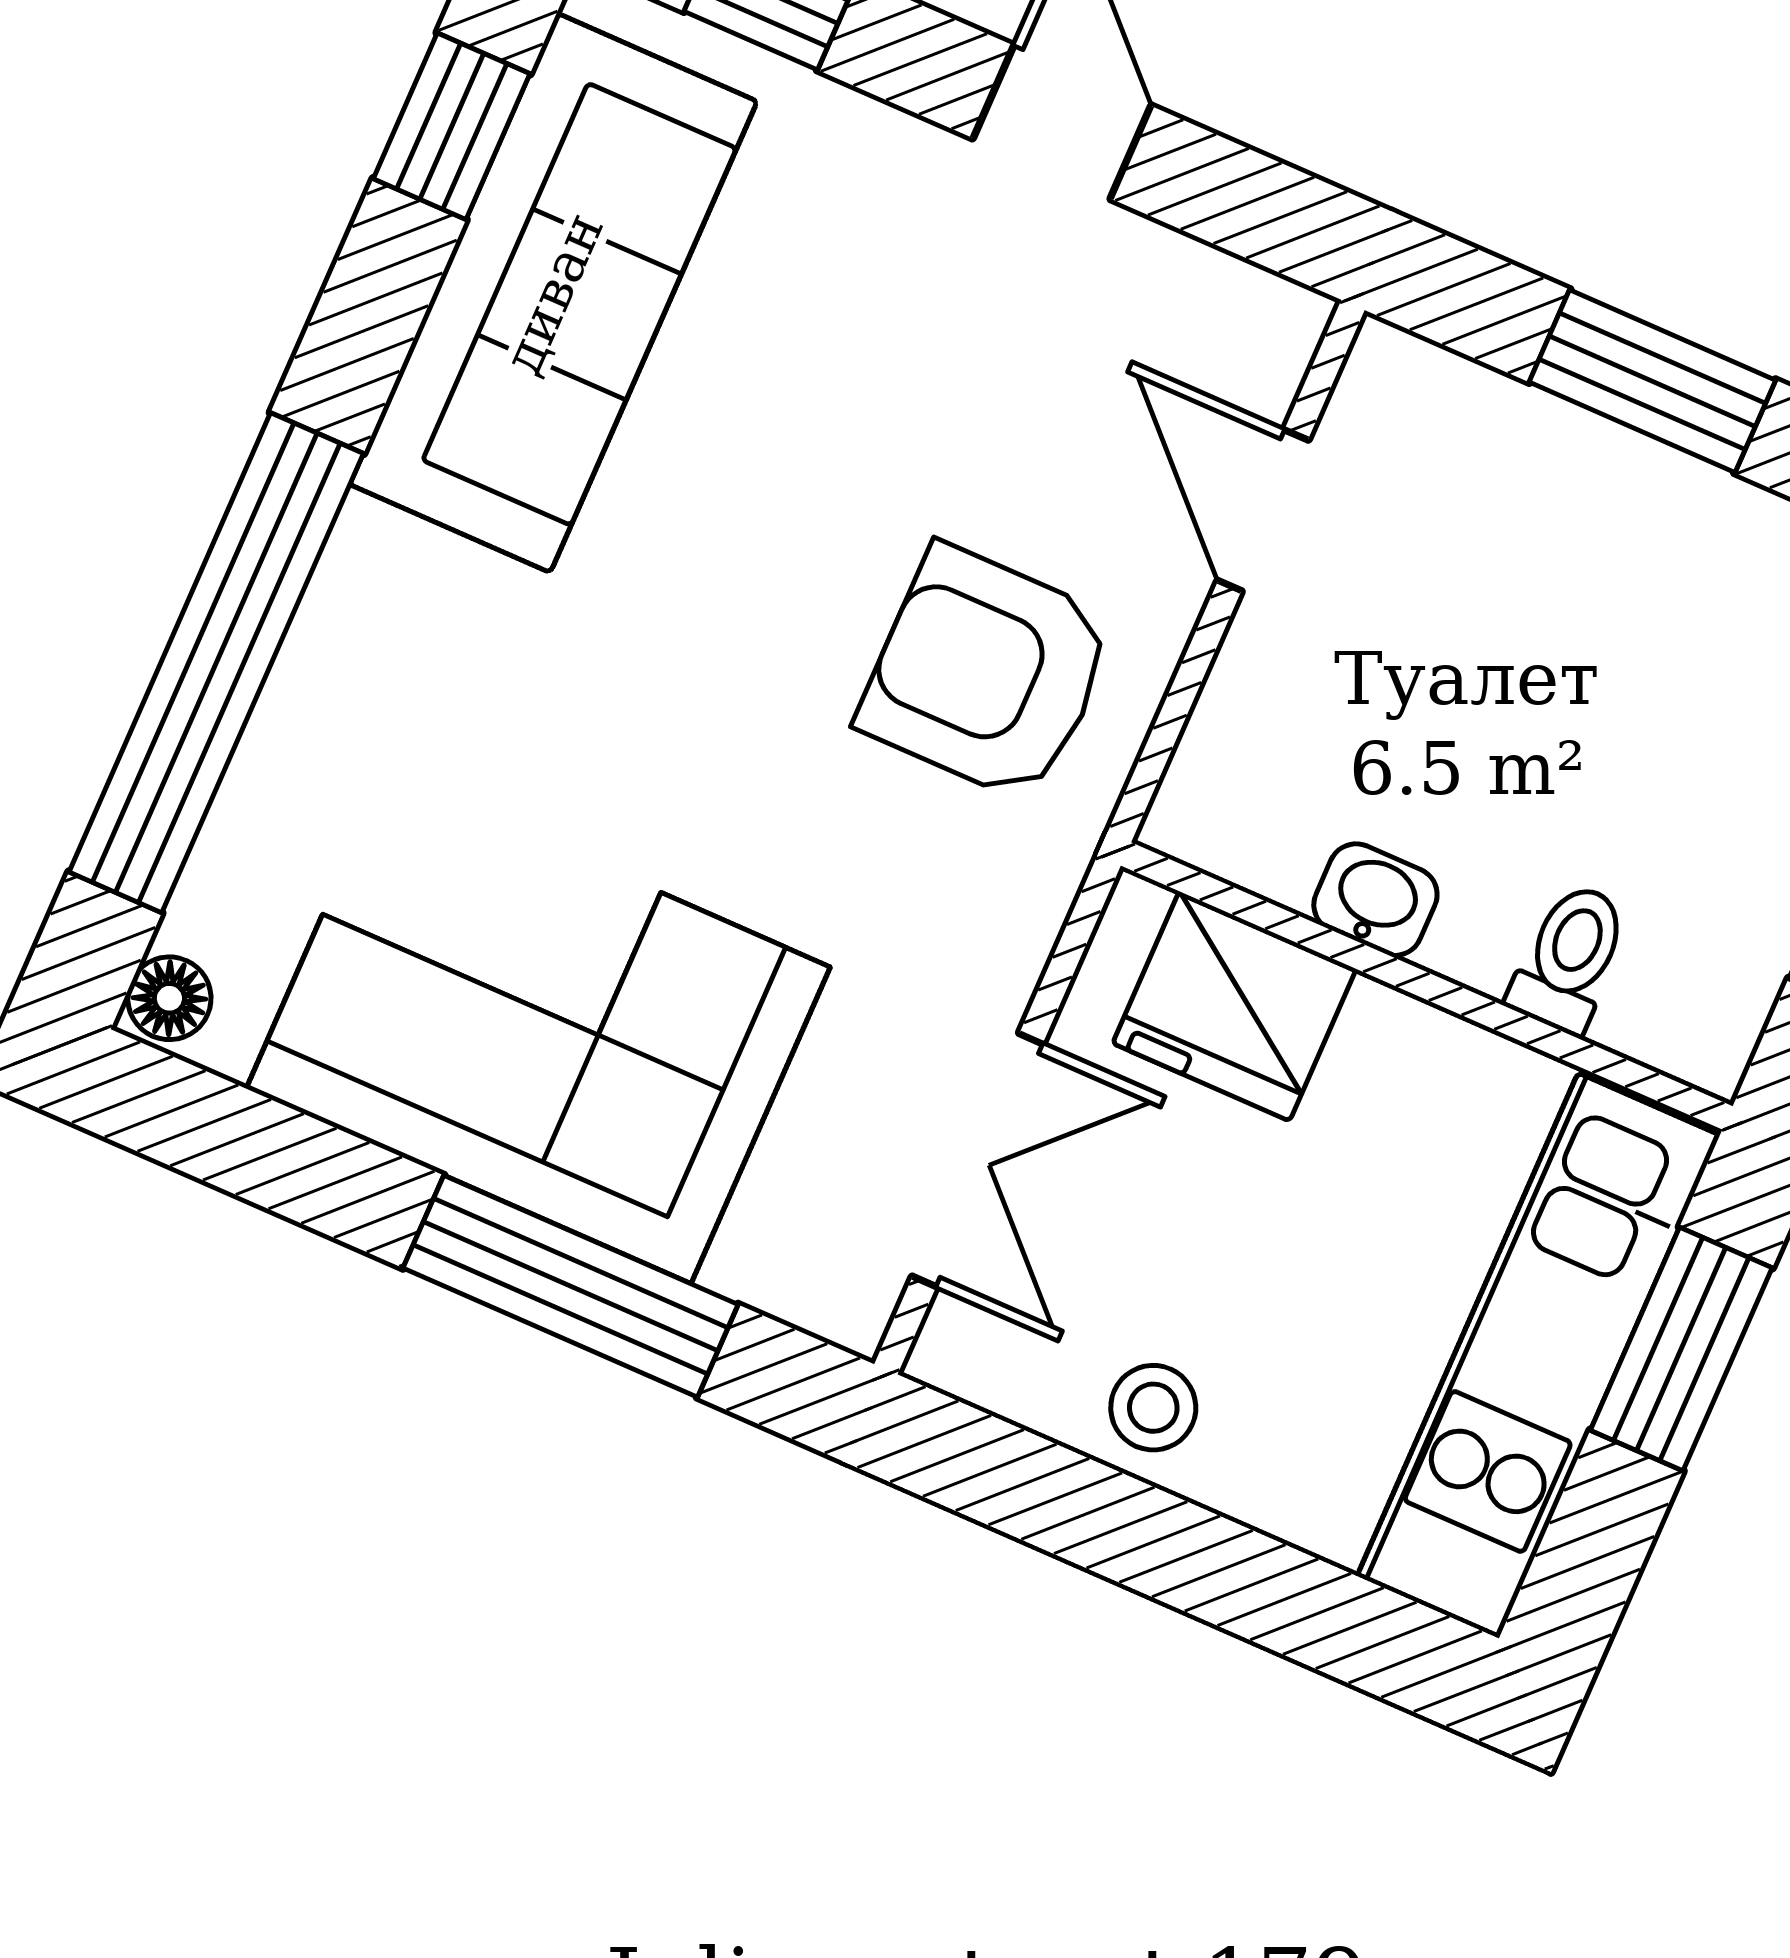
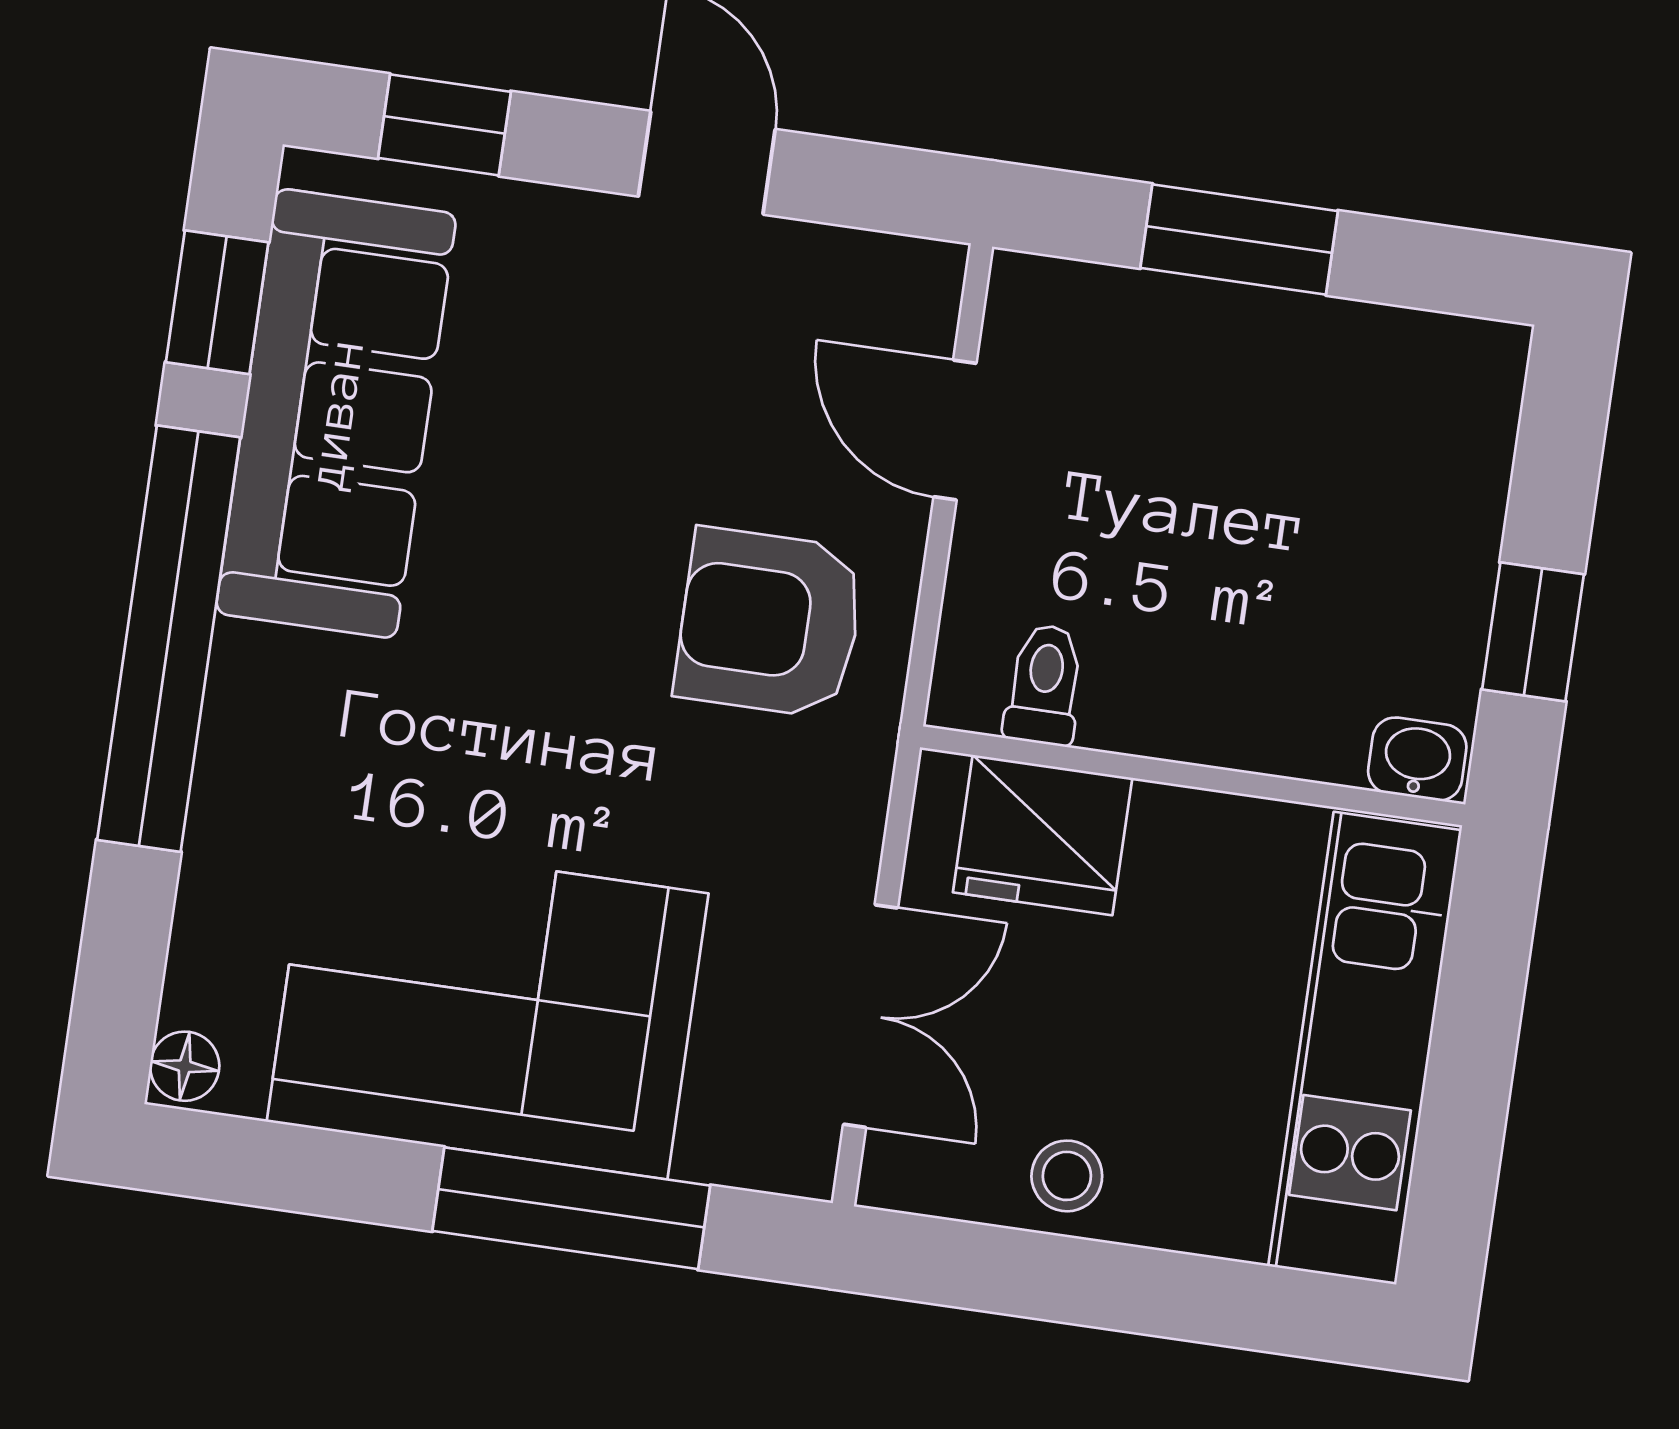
window: (216, 663) -> (169, 639), moved
washbasin: (1375, 900) -> (1417, 759), moved
toilet: (1569, 958) -> (1044, 685), moved
window: (1681, 1349) -> (1478, 1011), removed

